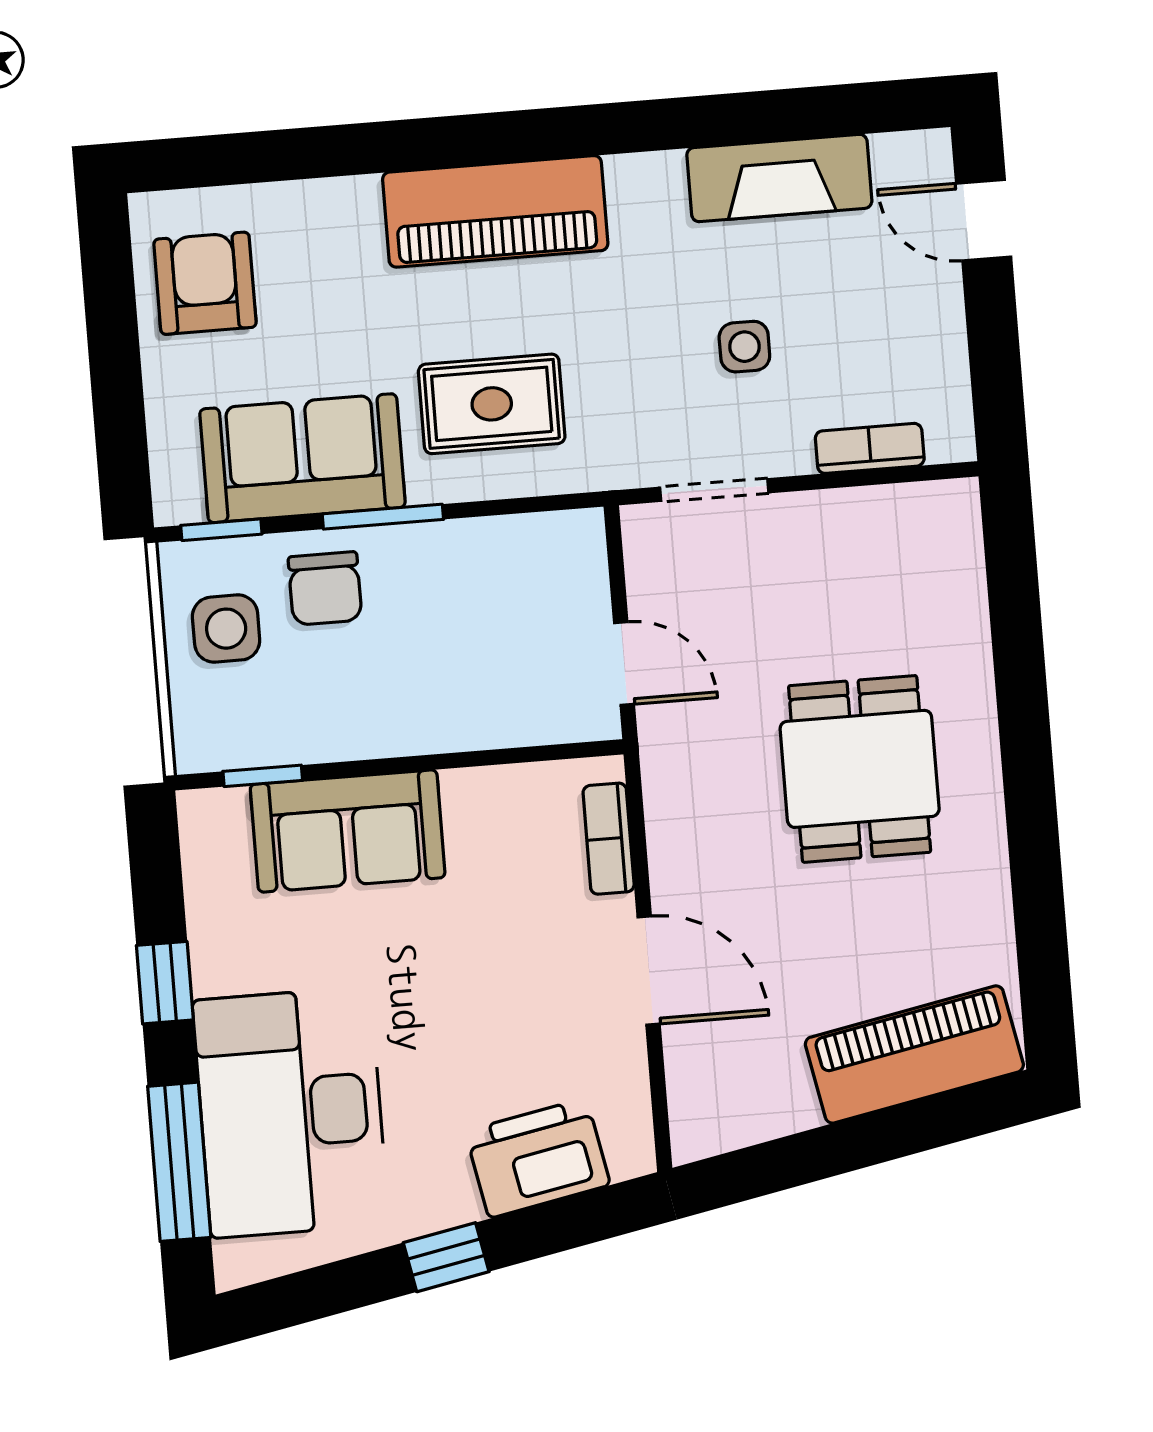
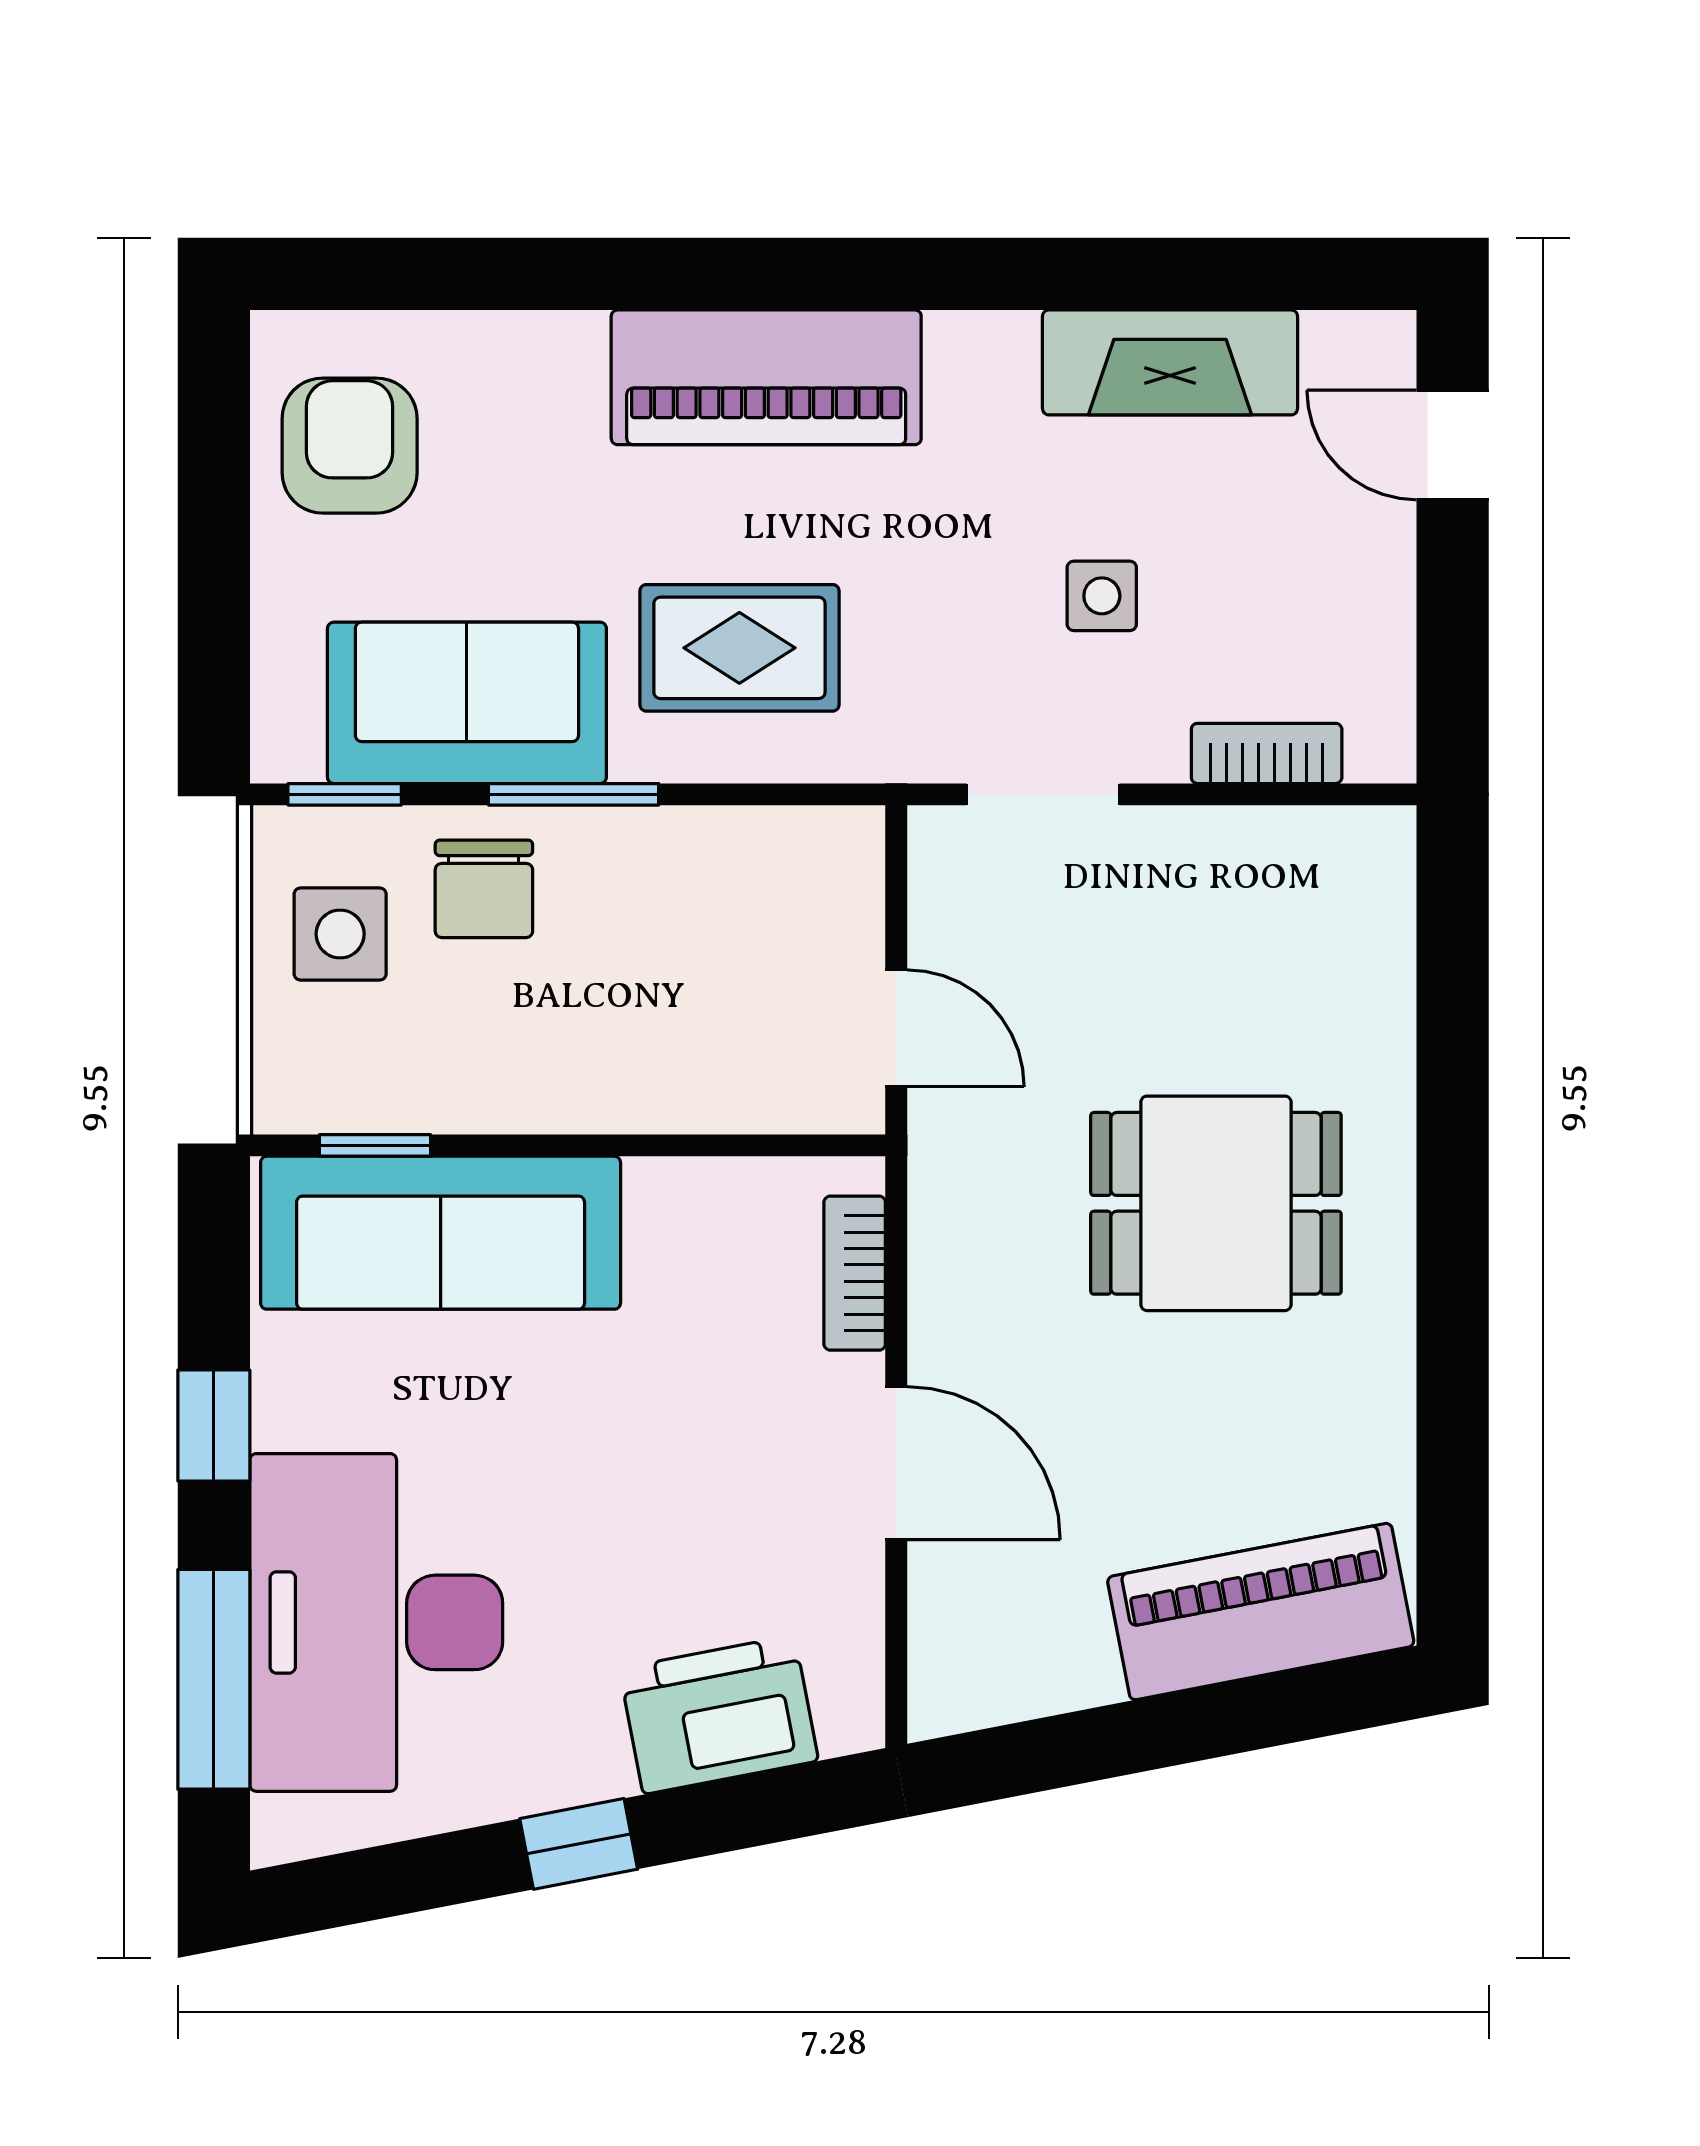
dining table: (860, 769) -> (1216, 1203), turned 90
sofa: (348, 831) -> (441, 1233), width x1.36

